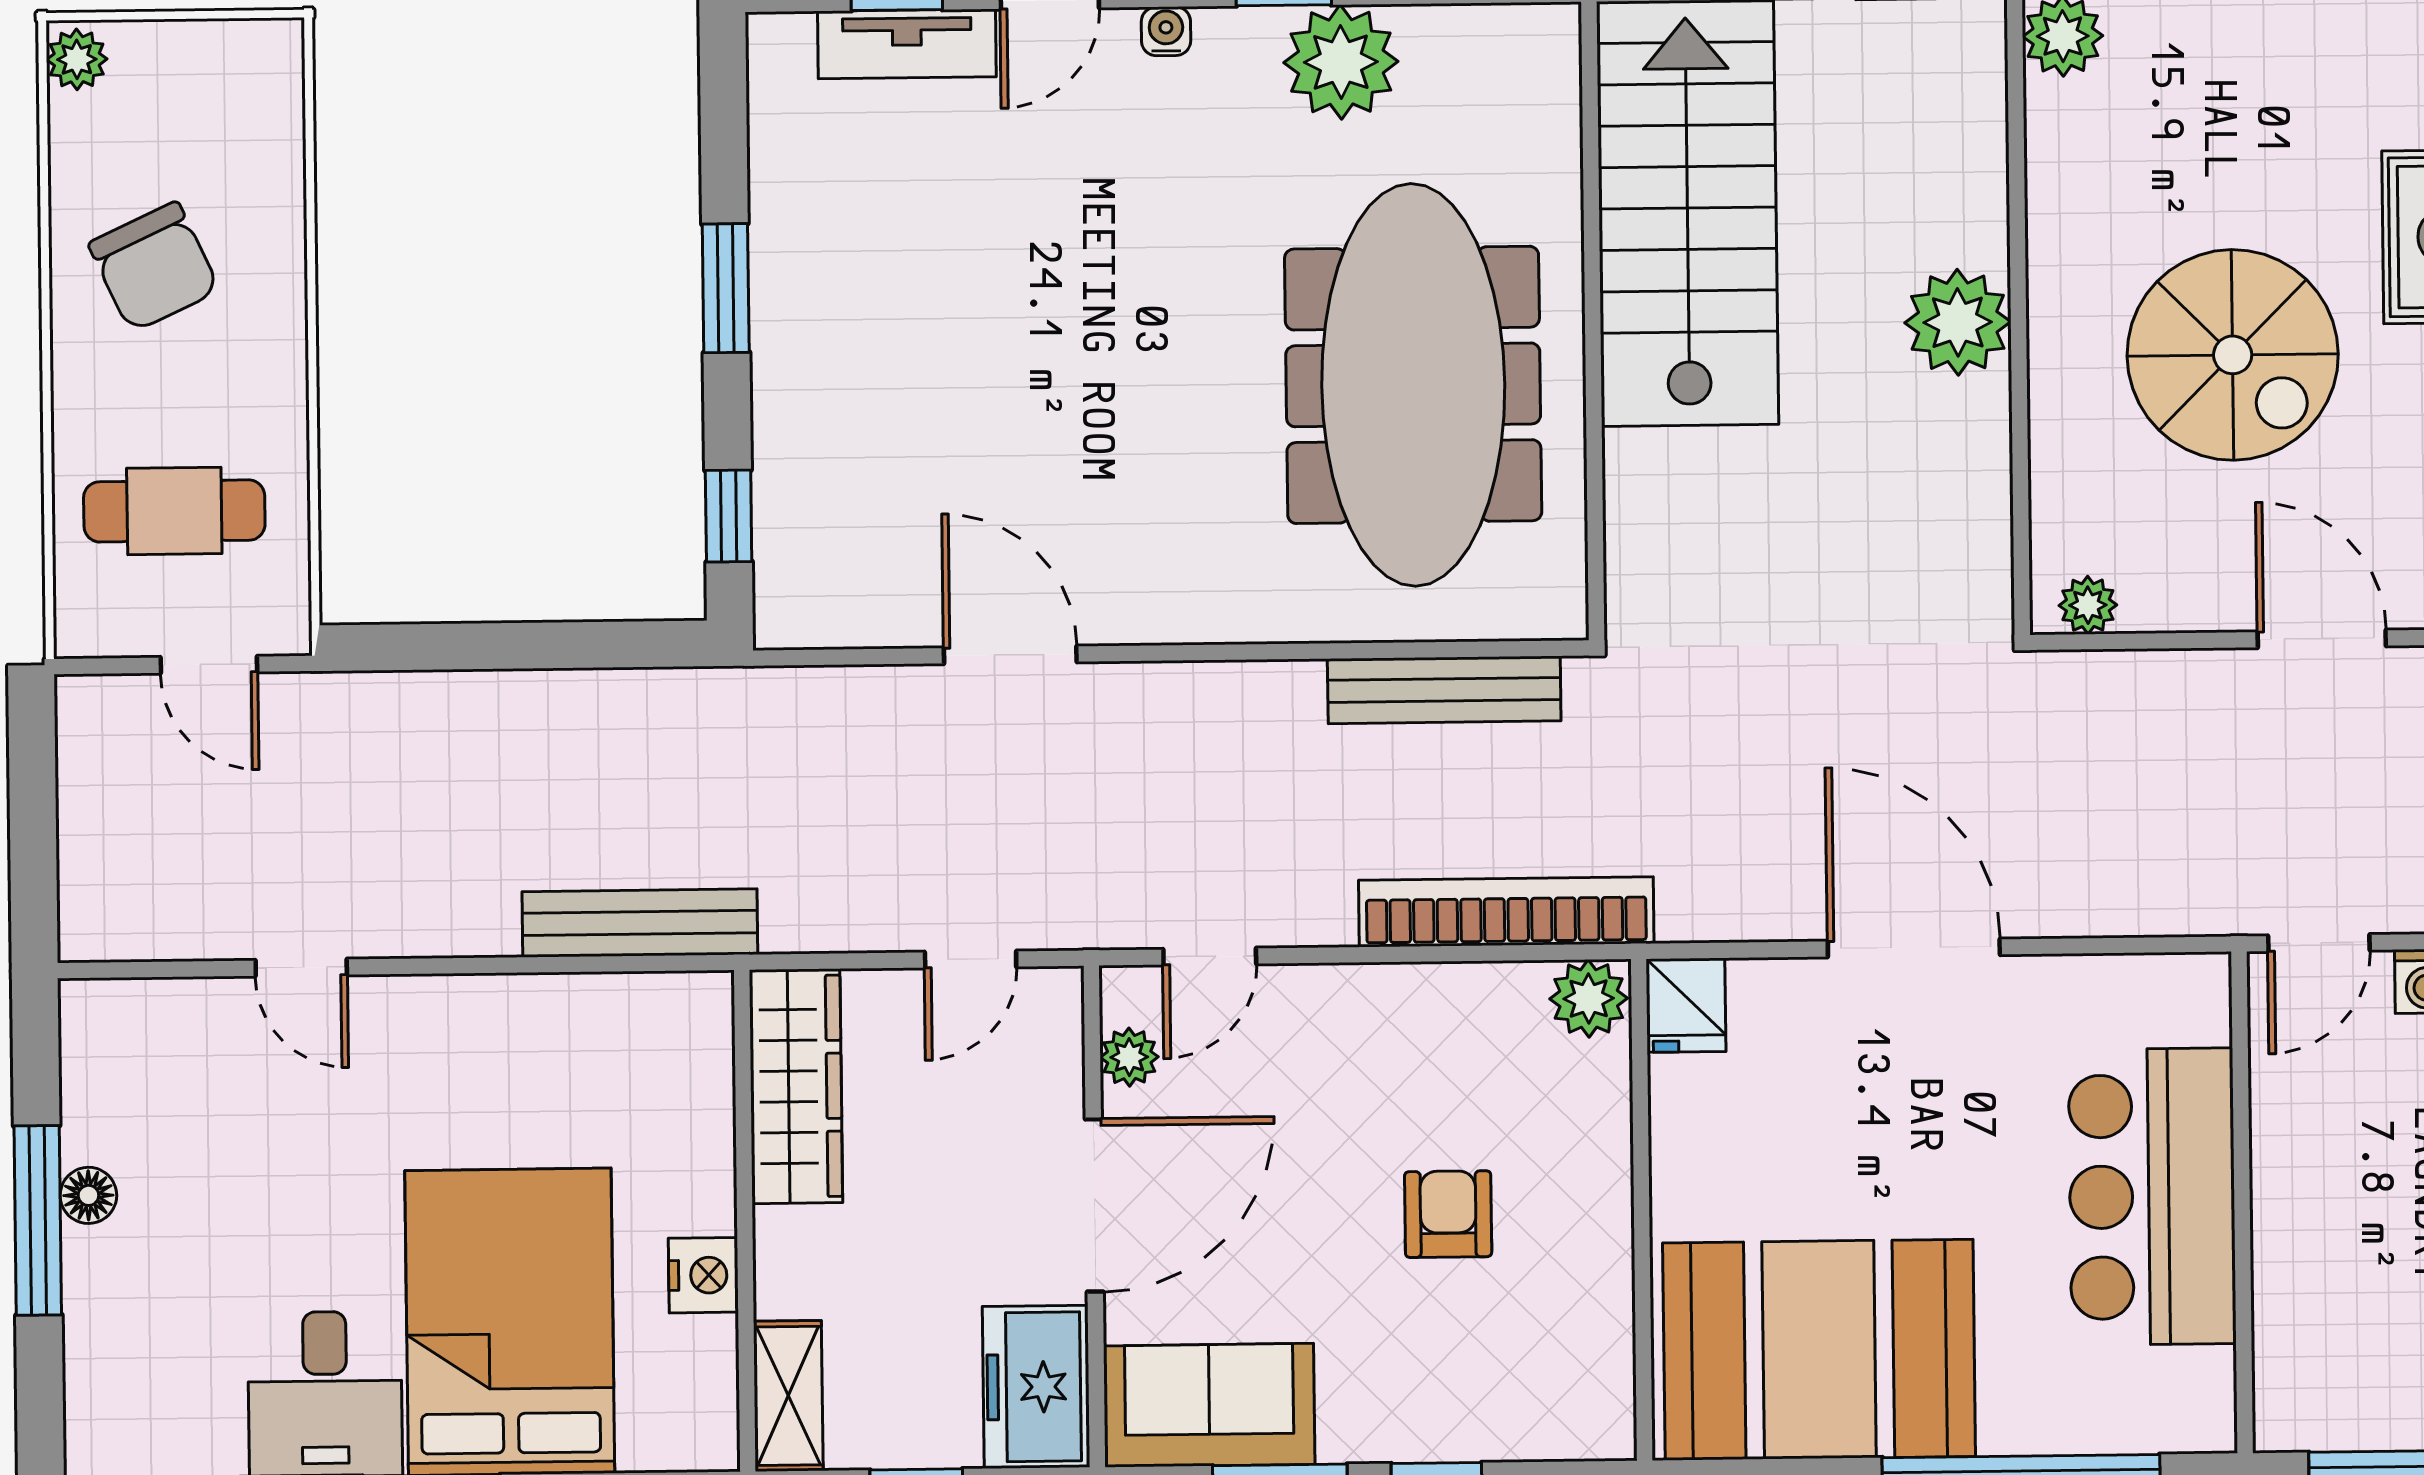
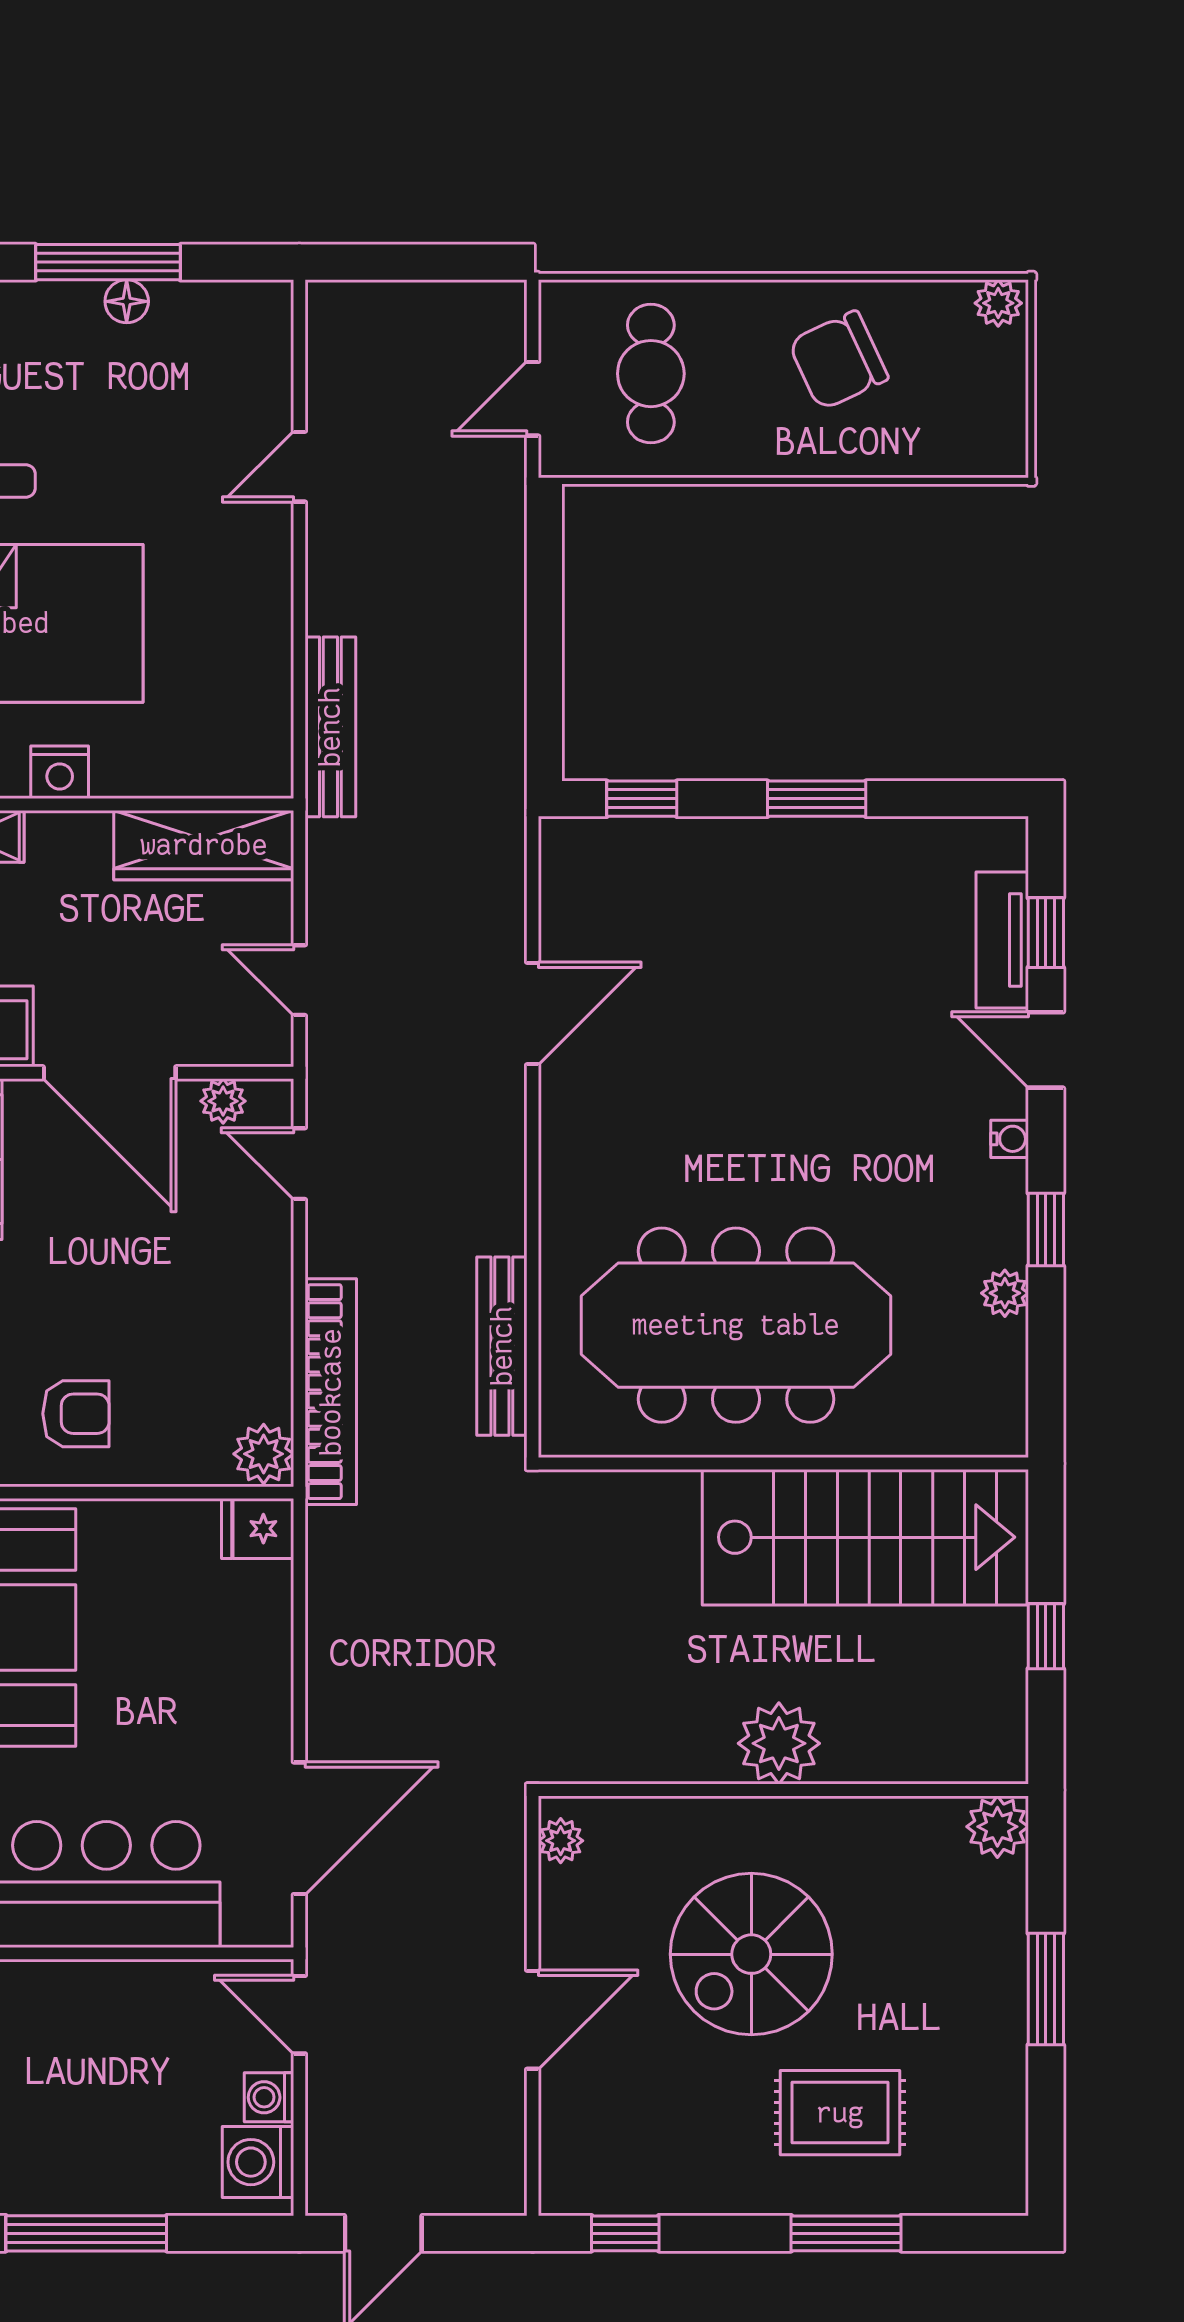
plant: (1341, 62) -> (1005, 1293), width x0.53, depth x0.53
door: (1914, 948) -> (299, 1828), moved
armchair: (1448, 1214) -> (76, 1414), moved

